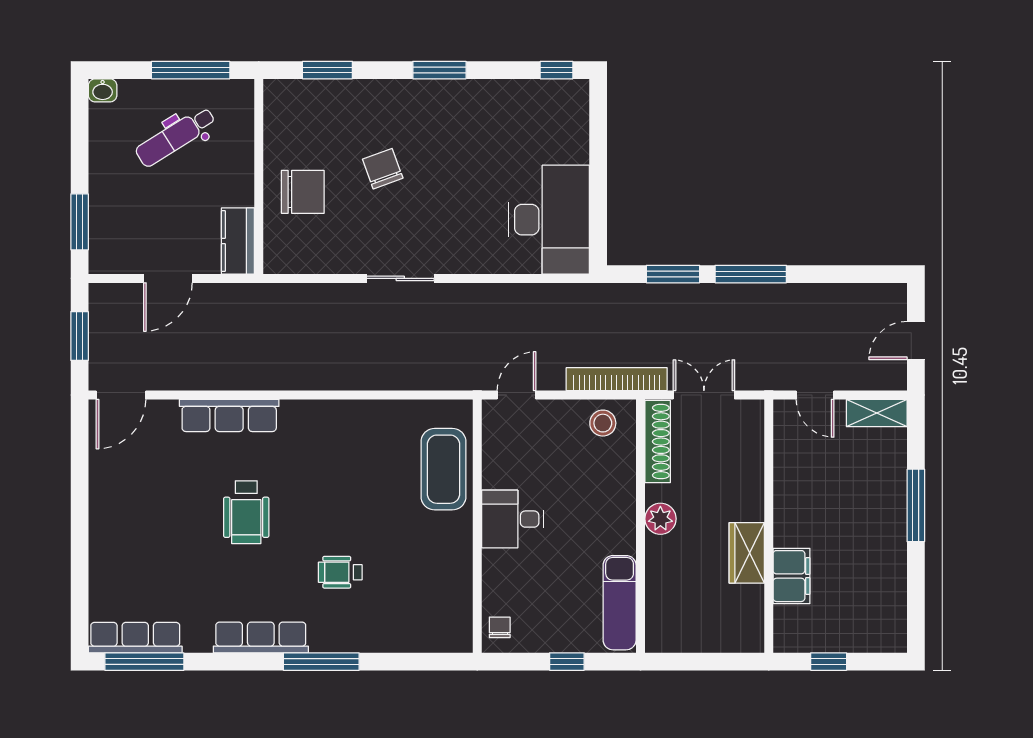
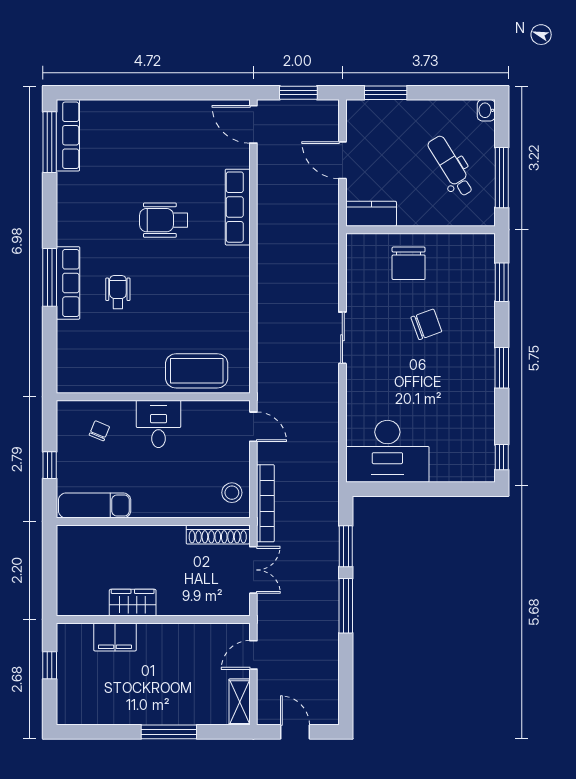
plant: (660, 519) -> (159, 537), removed
chair: (500, 627) -> (99, 431), moved, turned -67
row of seats: (261, 637) -> (68, 283), moved

